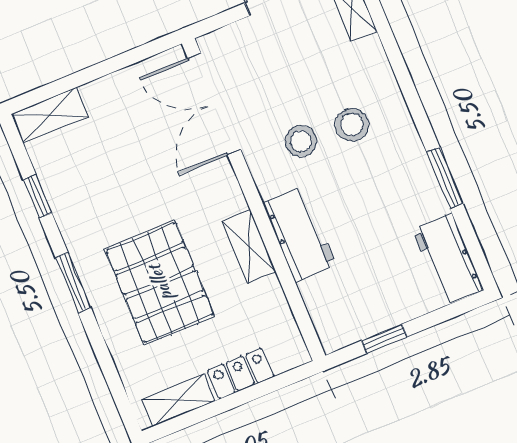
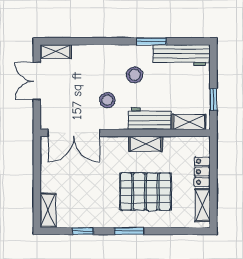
stool: (352, 125) -> (135, 75), moved
workbench: (448, 259) -> (181, 55), width x1.38
shelving: (323, 311) -> (189, 122), added

